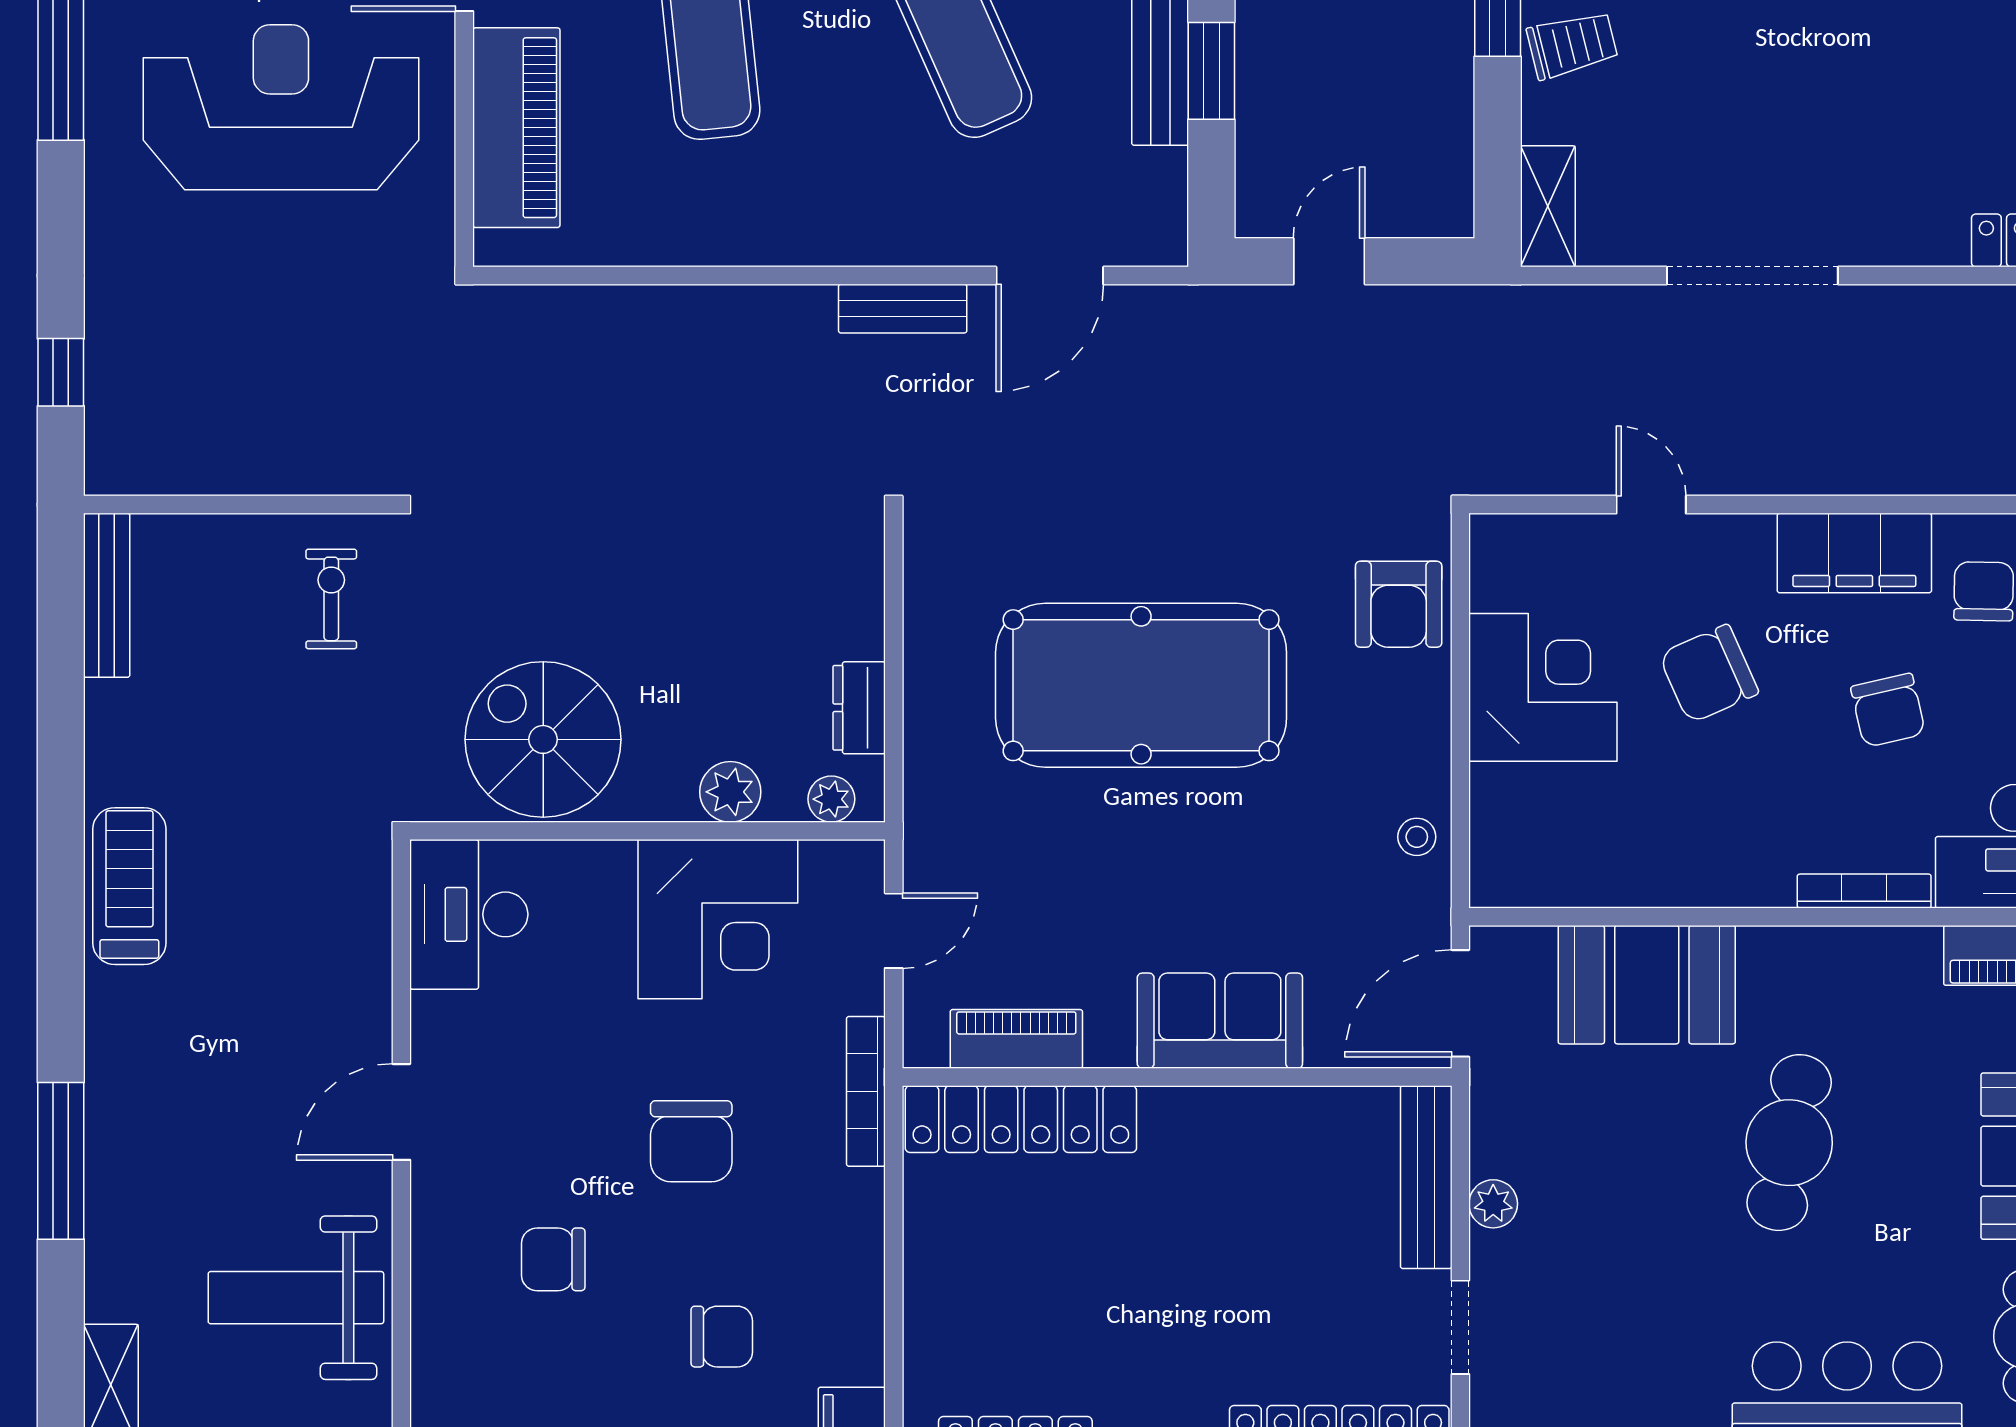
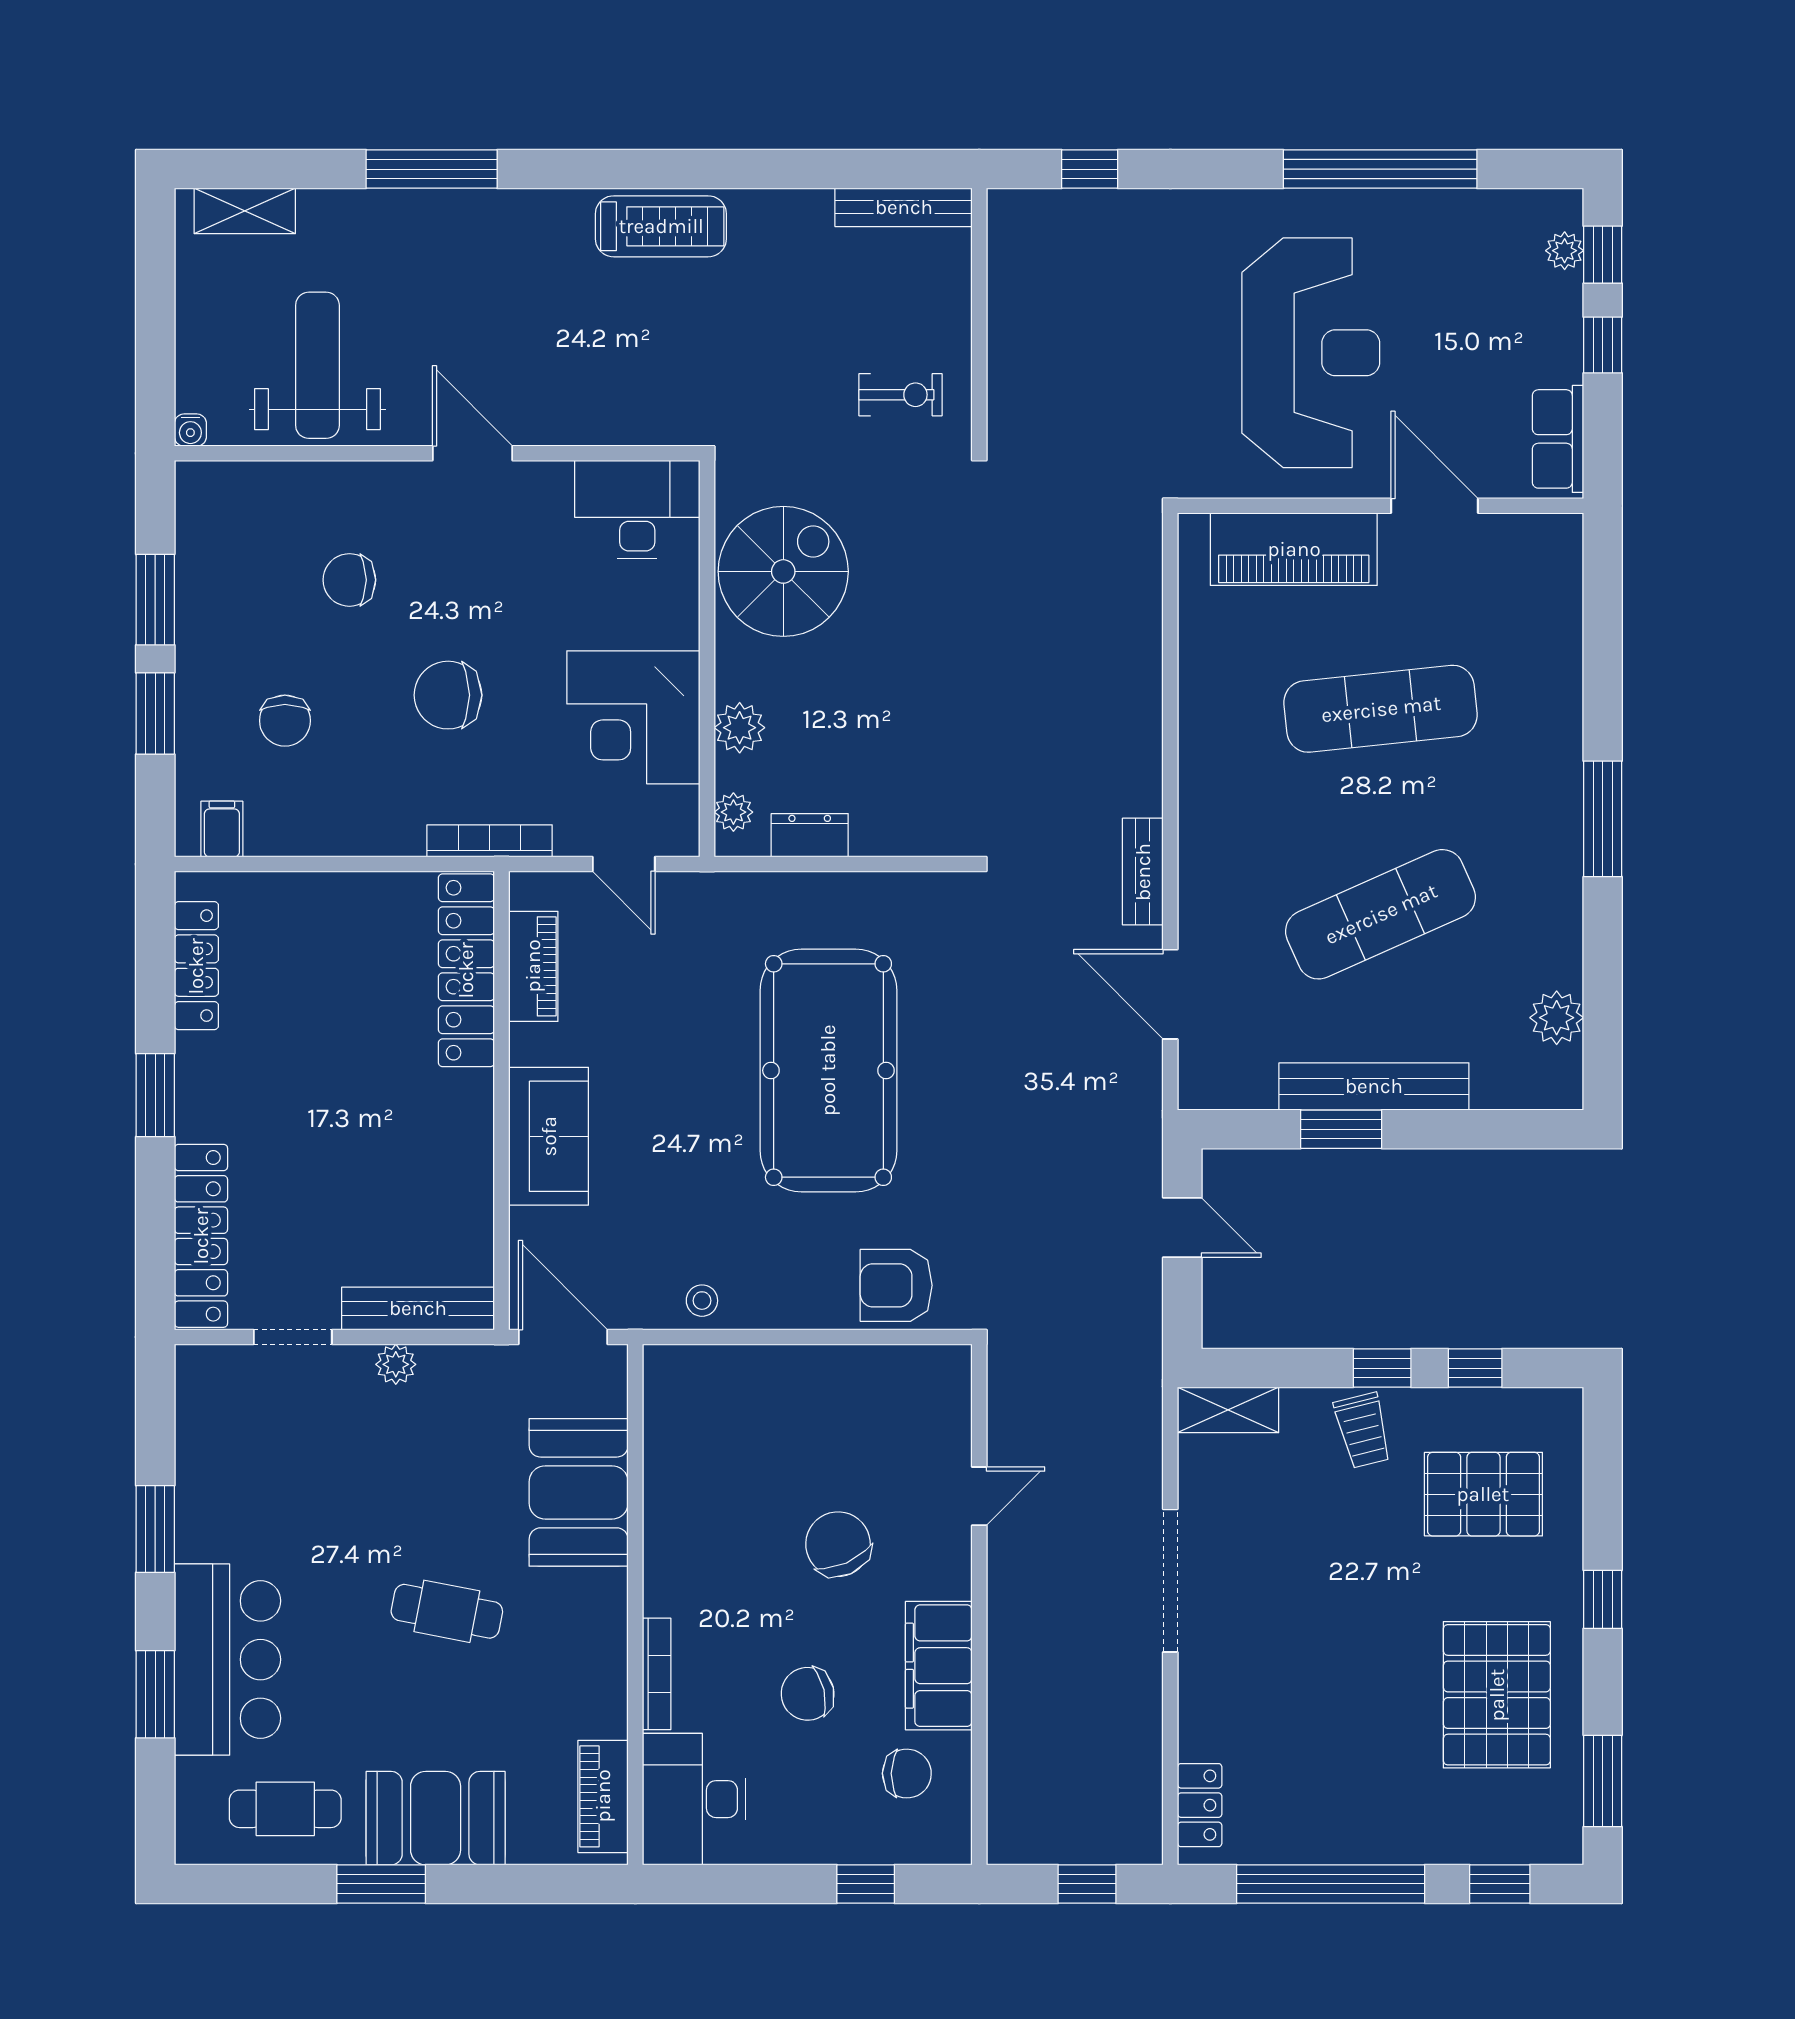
corner desk: (1543, 687) -> (827, 1406), removed
cafe table: (1789, 1143) -> (447, 1611), width x0.73, depth x0.74
chair: (553, 1259) -> (349, 580), turned -90

